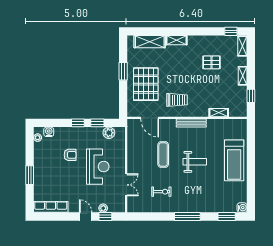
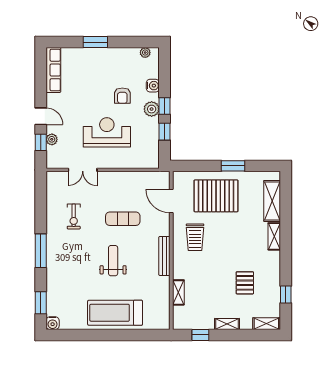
window: (231, 31) -> (286, 294), moved
door: (150, 118) -> (171, 201), hinge flipped
water cooler: (49, 132) -> (153, 86), moved
plant: (109, 133) -> (152, 109), moved
weight bench: (195, 162) -> (113, 261), turned 180
reception desk: (98, 167) -> (107, 132), turned 180
door: (86, 216) -> (41, 116), hinge flipped

